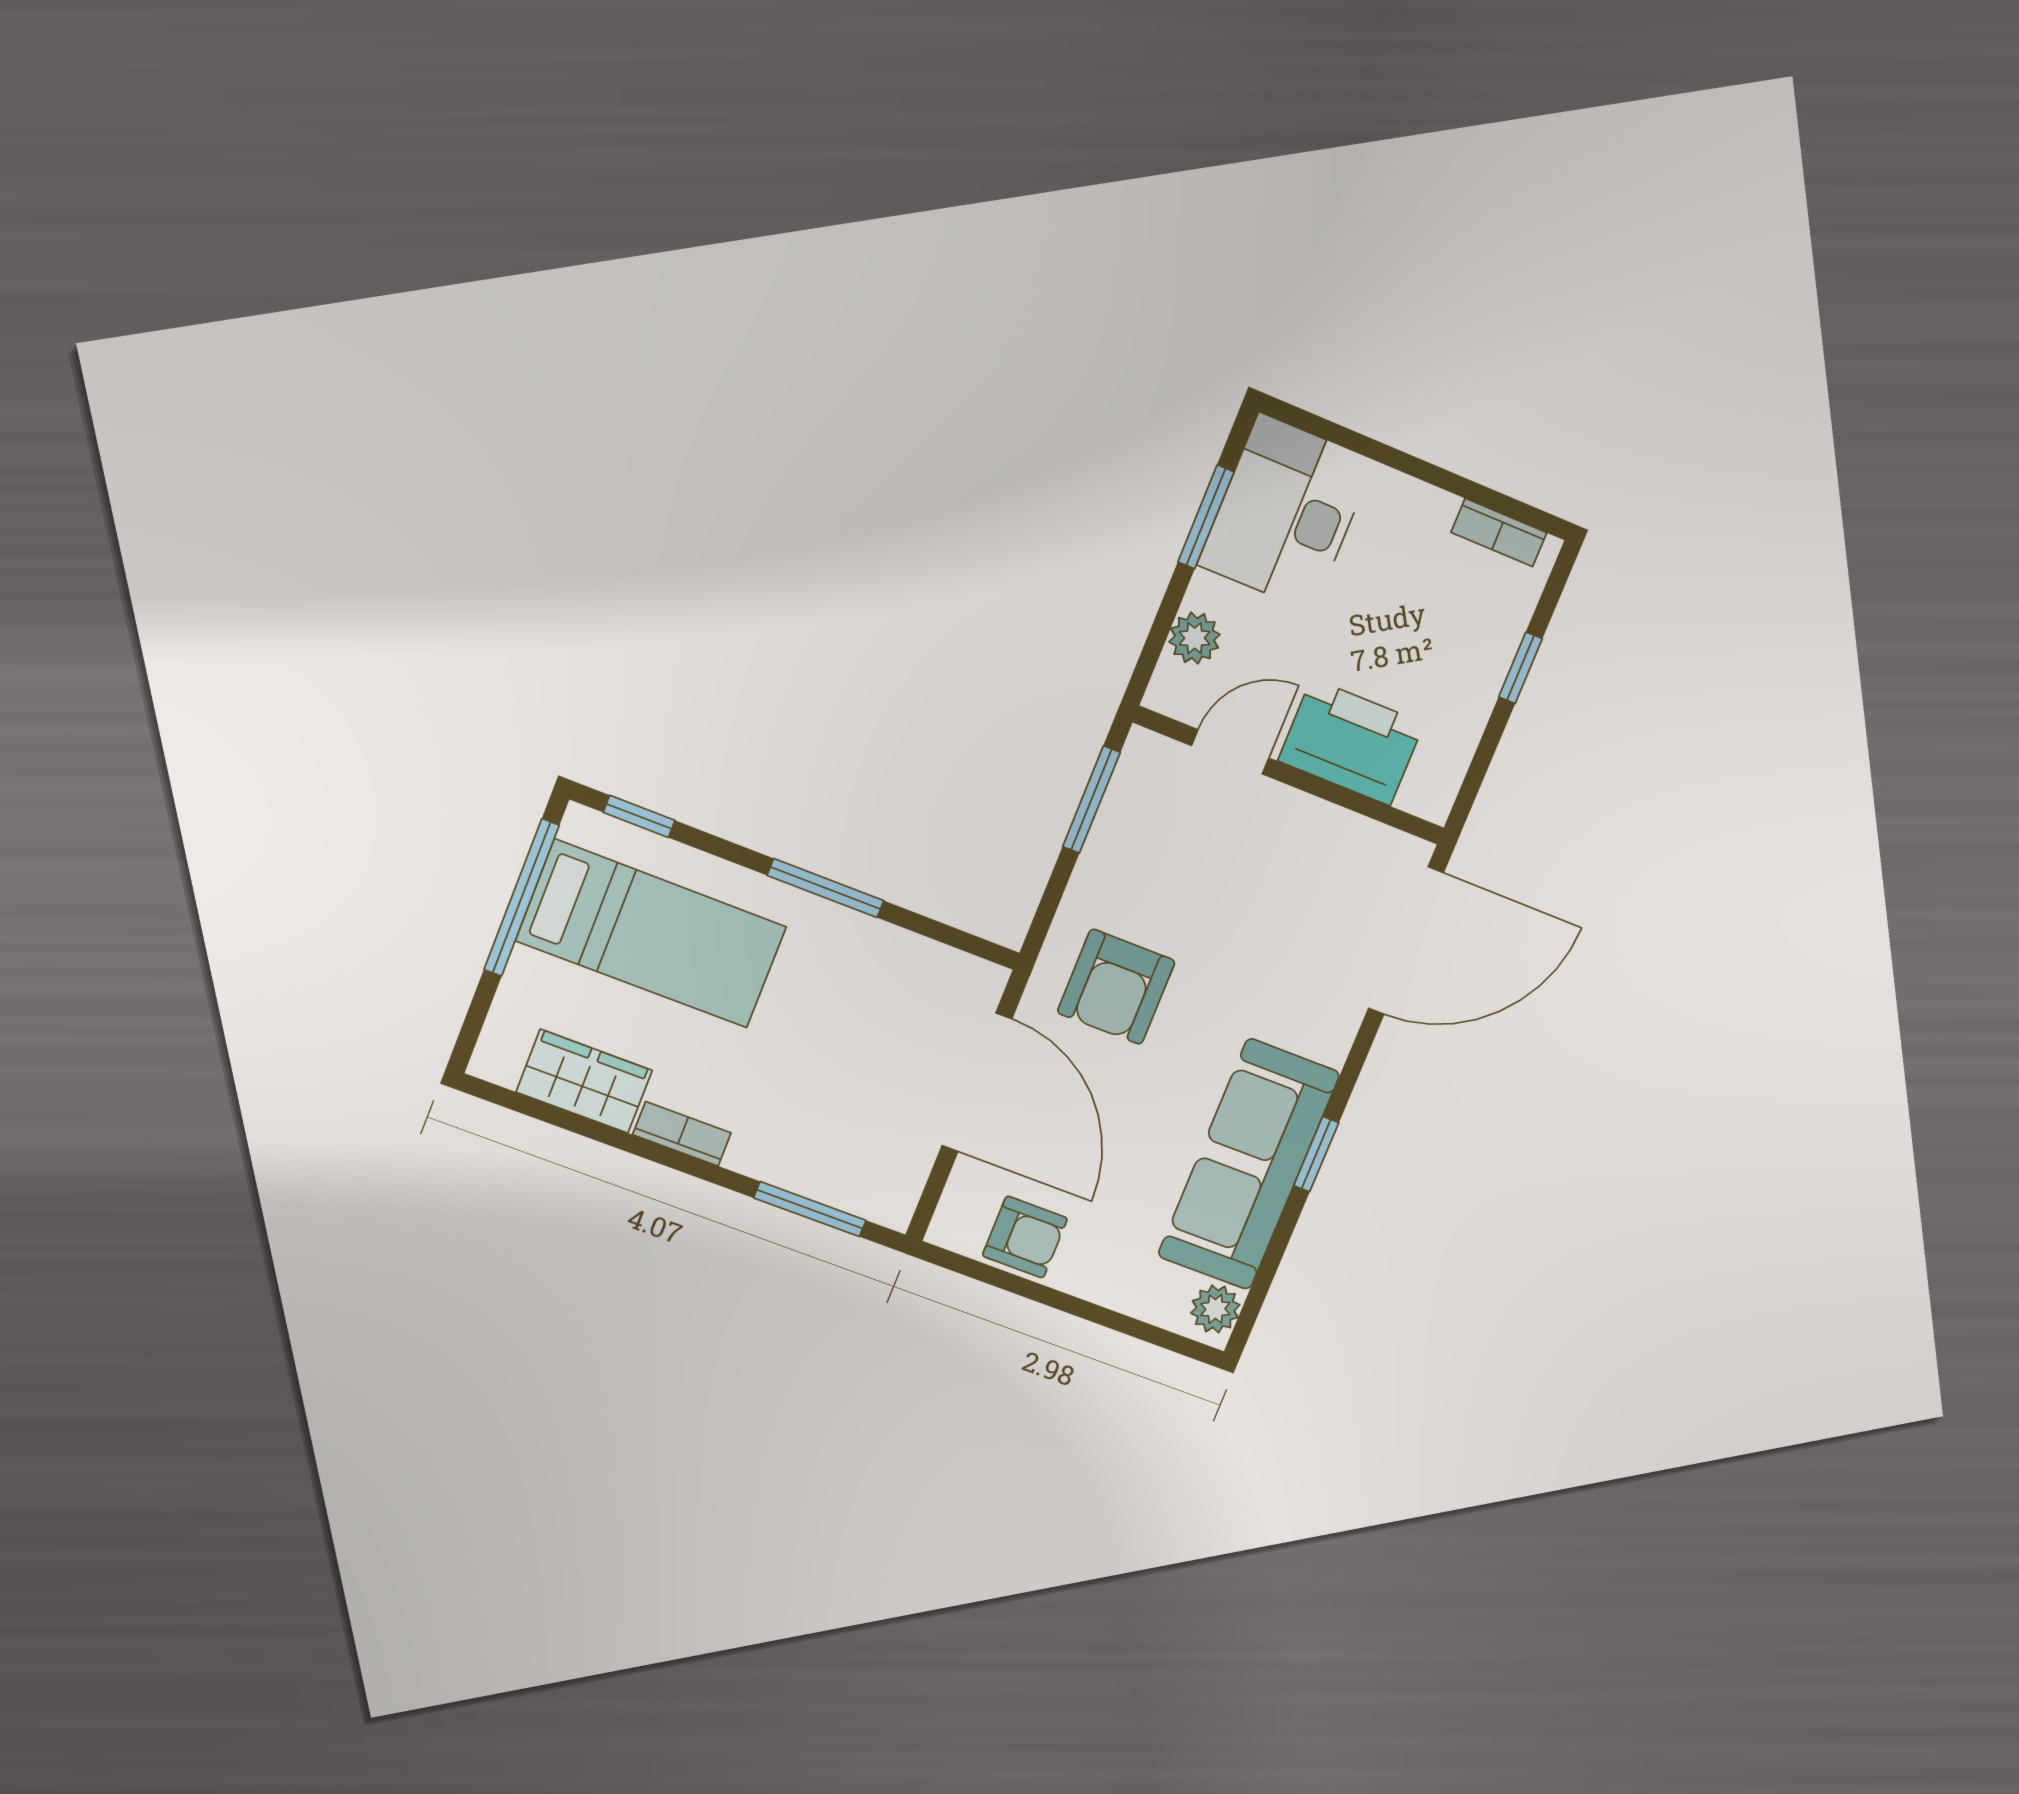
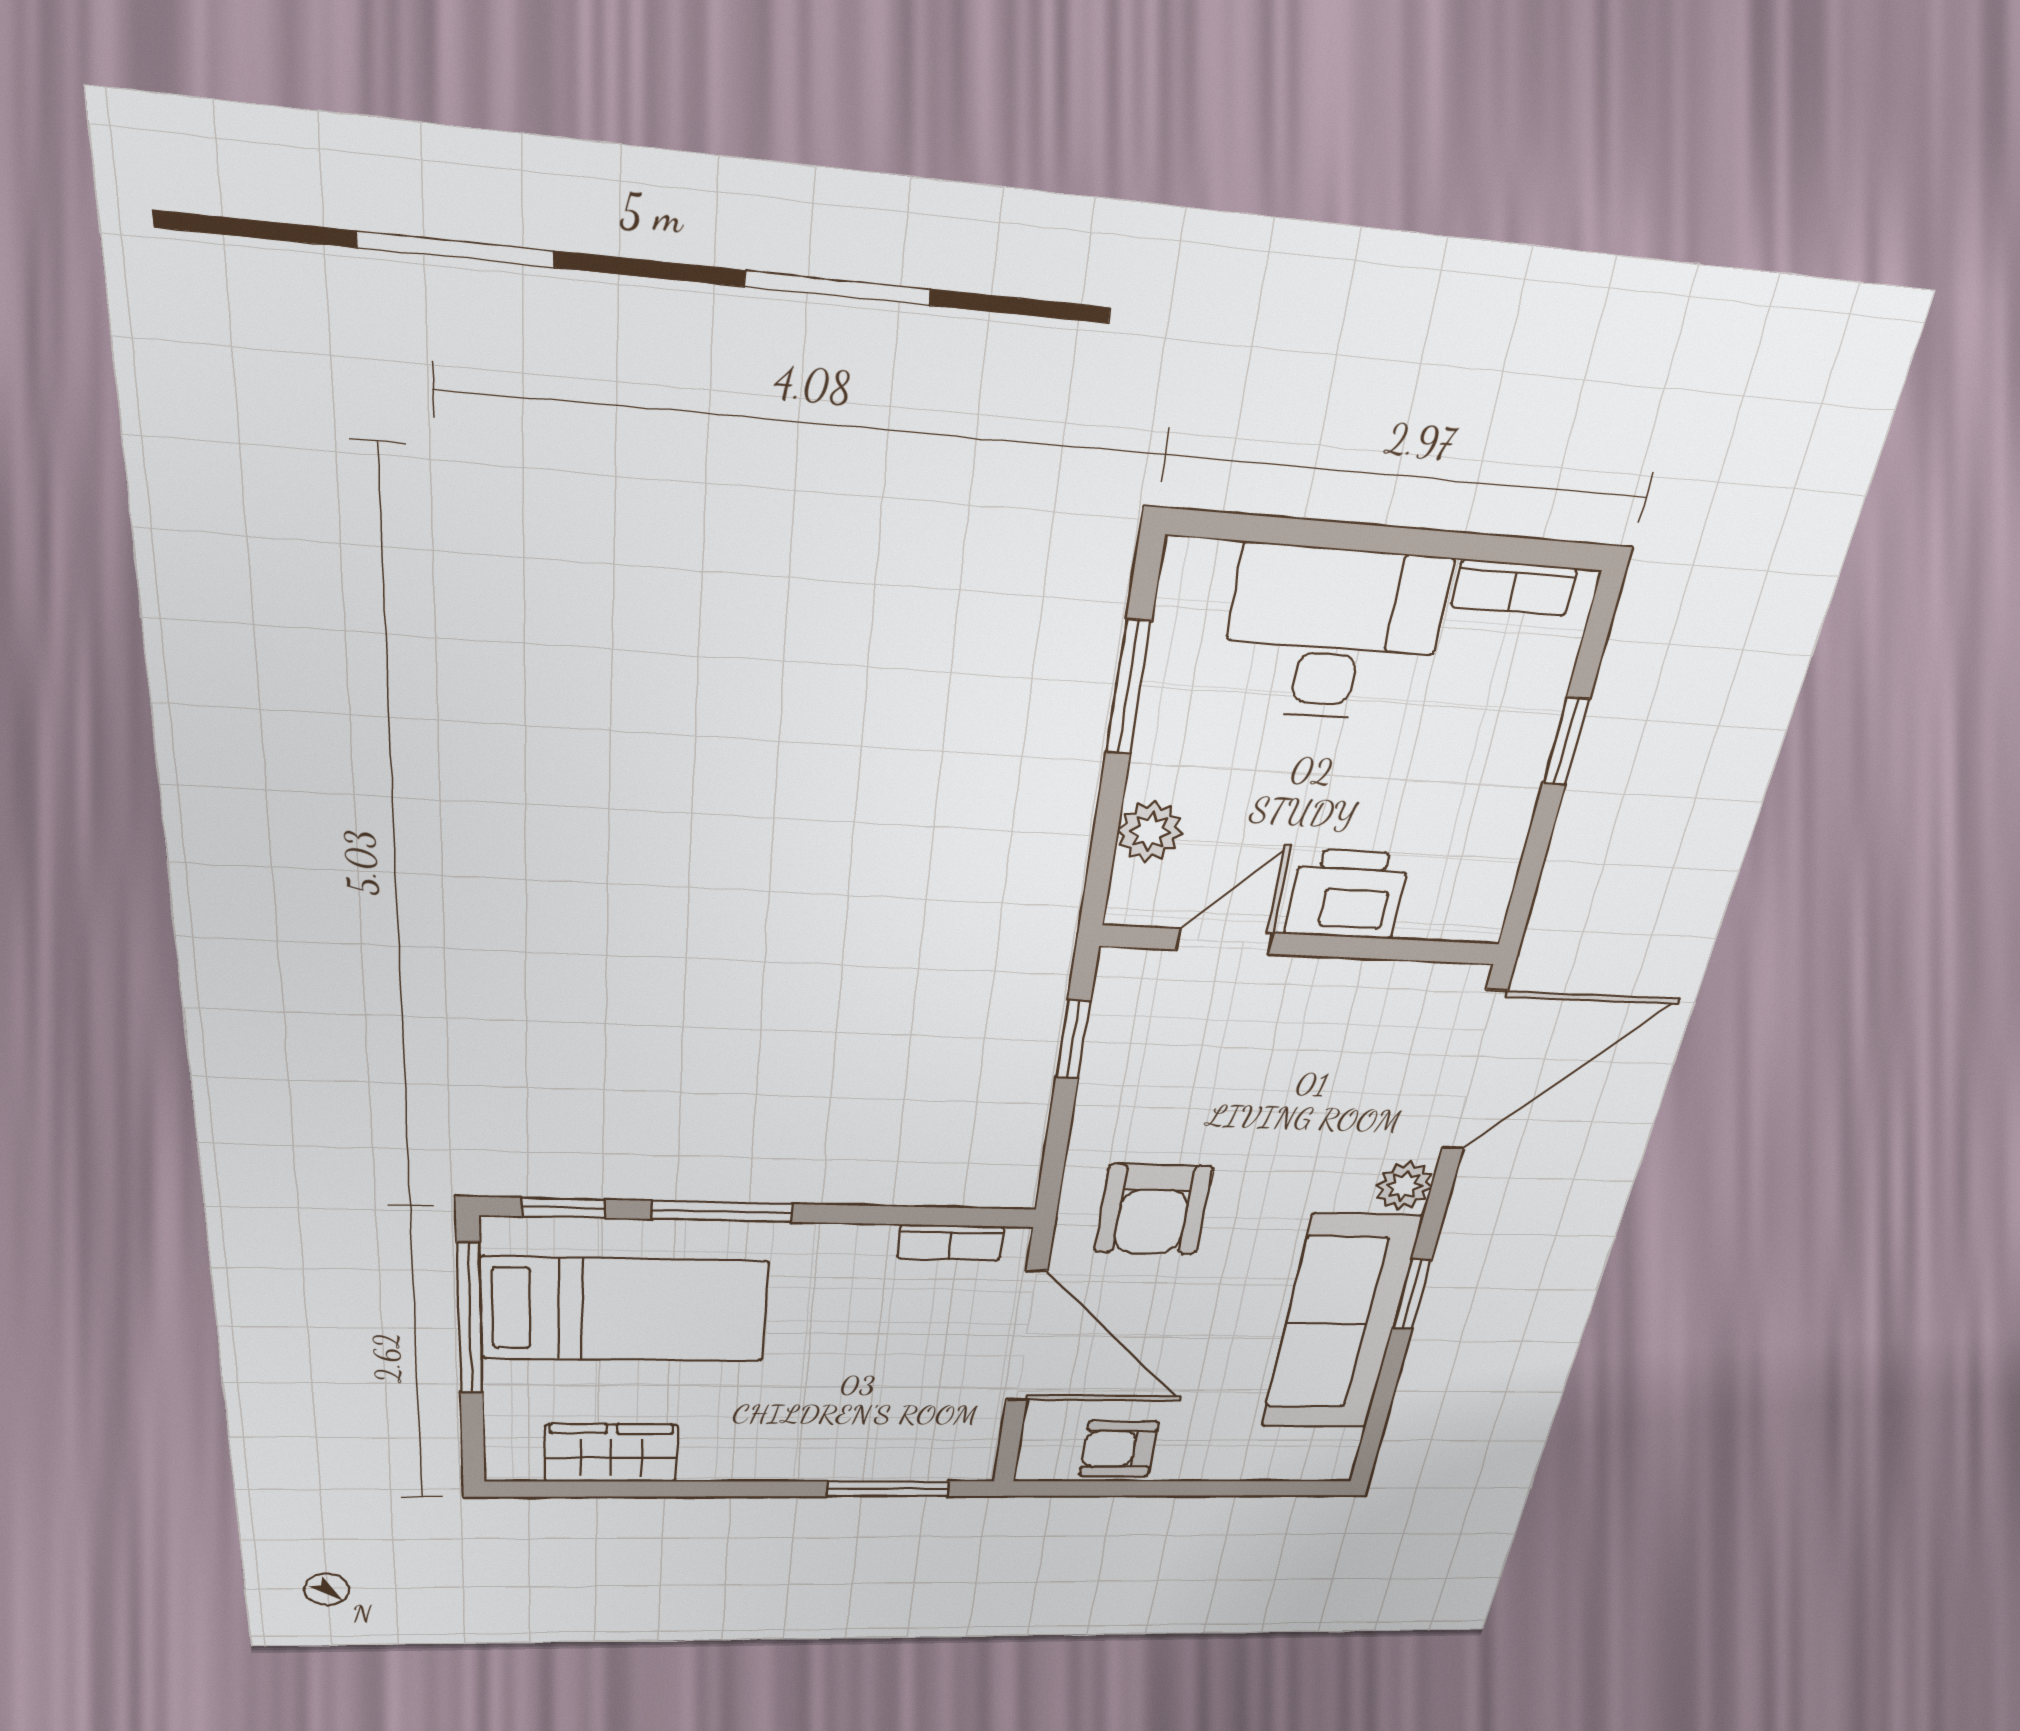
desk: (1286, 513) -> (1333, 634), moved, turned 90
printer: (1351, 742) -> (1347, 895), width x0.73, depth x0.84
window: (1091, 800) -> (1073, 1039), width x0.67
window: (826, 888) -> (722, 1211), moved
bookcase: (682, 1134) -> (951, 1243), moved, turned 180
armchair: (1025, 1237) -> (1119, 1449), turned 180
plant: (1215, 1309) -> (1404, 1186), moved

